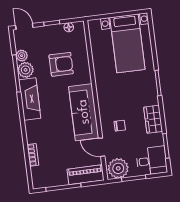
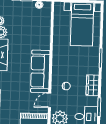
armchair: (61, 64) -> (29, 32), removed
door: (102, 147) -> (50, 100), hinge flipped

